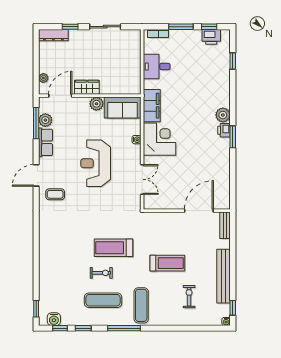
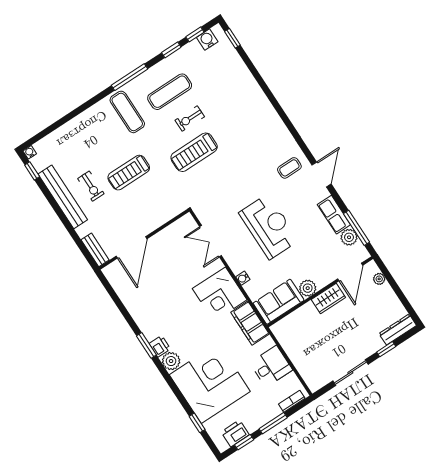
corner desk: (206, 83) -> (210, 383), added
treadmill: (113, 248) -> (194, 152), turned 180
exercise bike: (189, 297) -> (91, 186), moved

